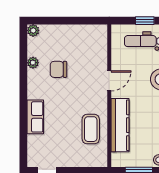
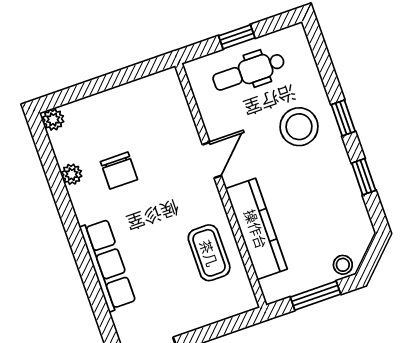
chair: (58, 69) -> (119, 171), turned -90
row of seats: (35, 117) -> (108, 265), width x1.48

